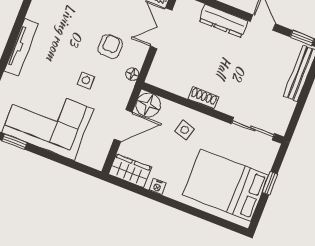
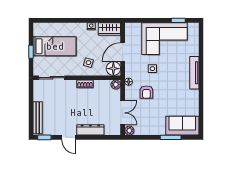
plant: (155, 78) -> (116, 85), added
bed: (226, 185) -> (55, 46), width x0.67

